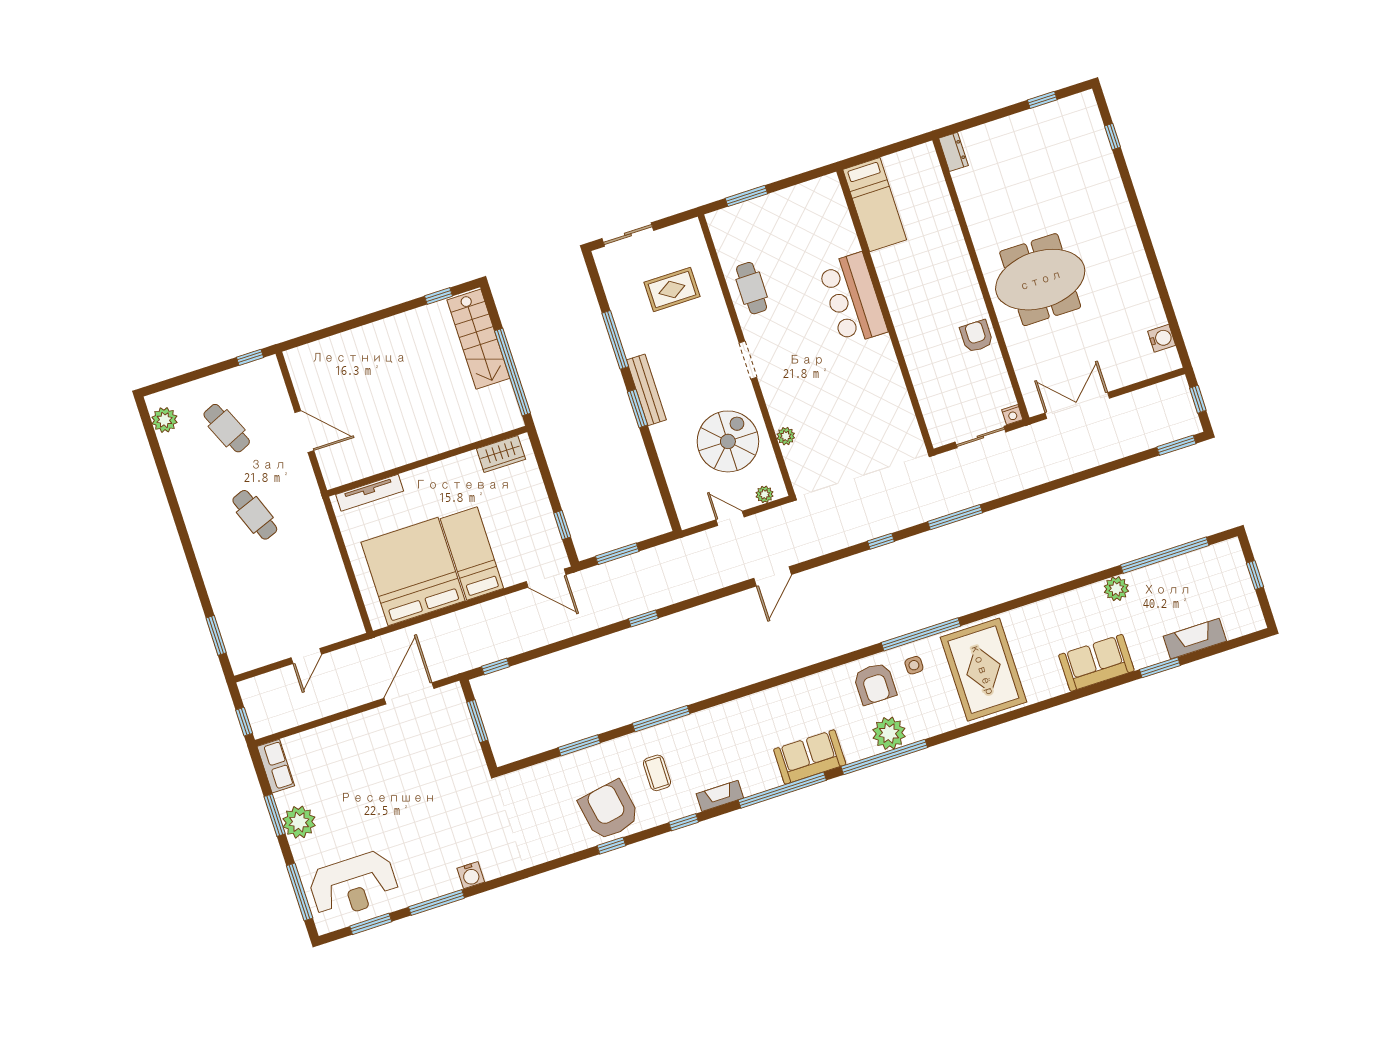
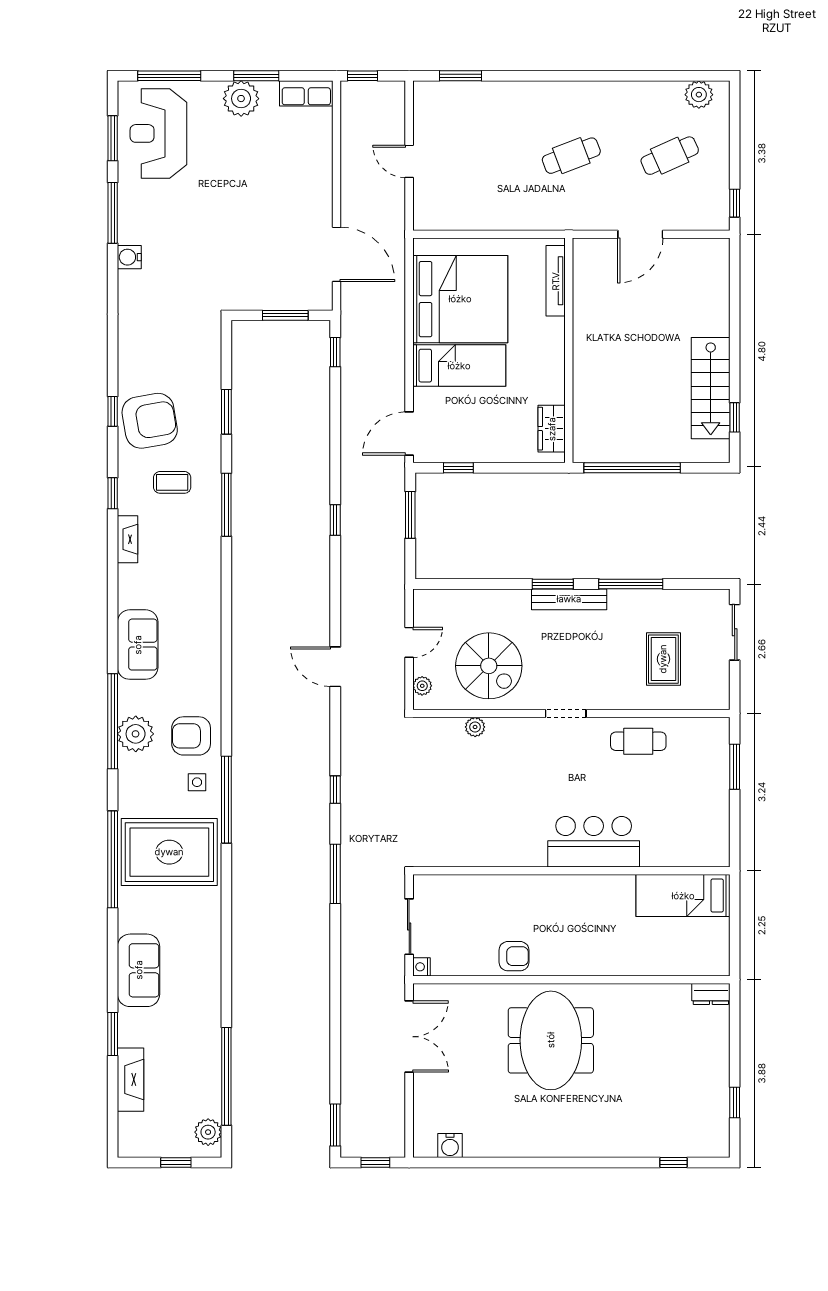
stairs: (478, 339) -> (711, 388), moved, turned -90
plant: (1116, 589) -> (208, 1132), moved
window: (782, 790) -> (113, 859), moved

